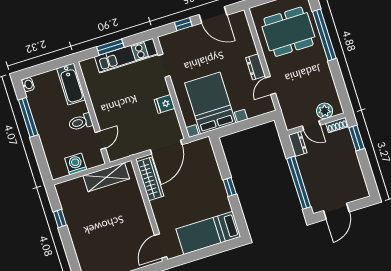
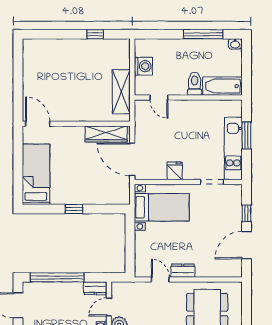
bed with nightstands: (210, 103) -> (162, 207), width x0.73
toilet: (81, 122) -> (195, 84), moved

